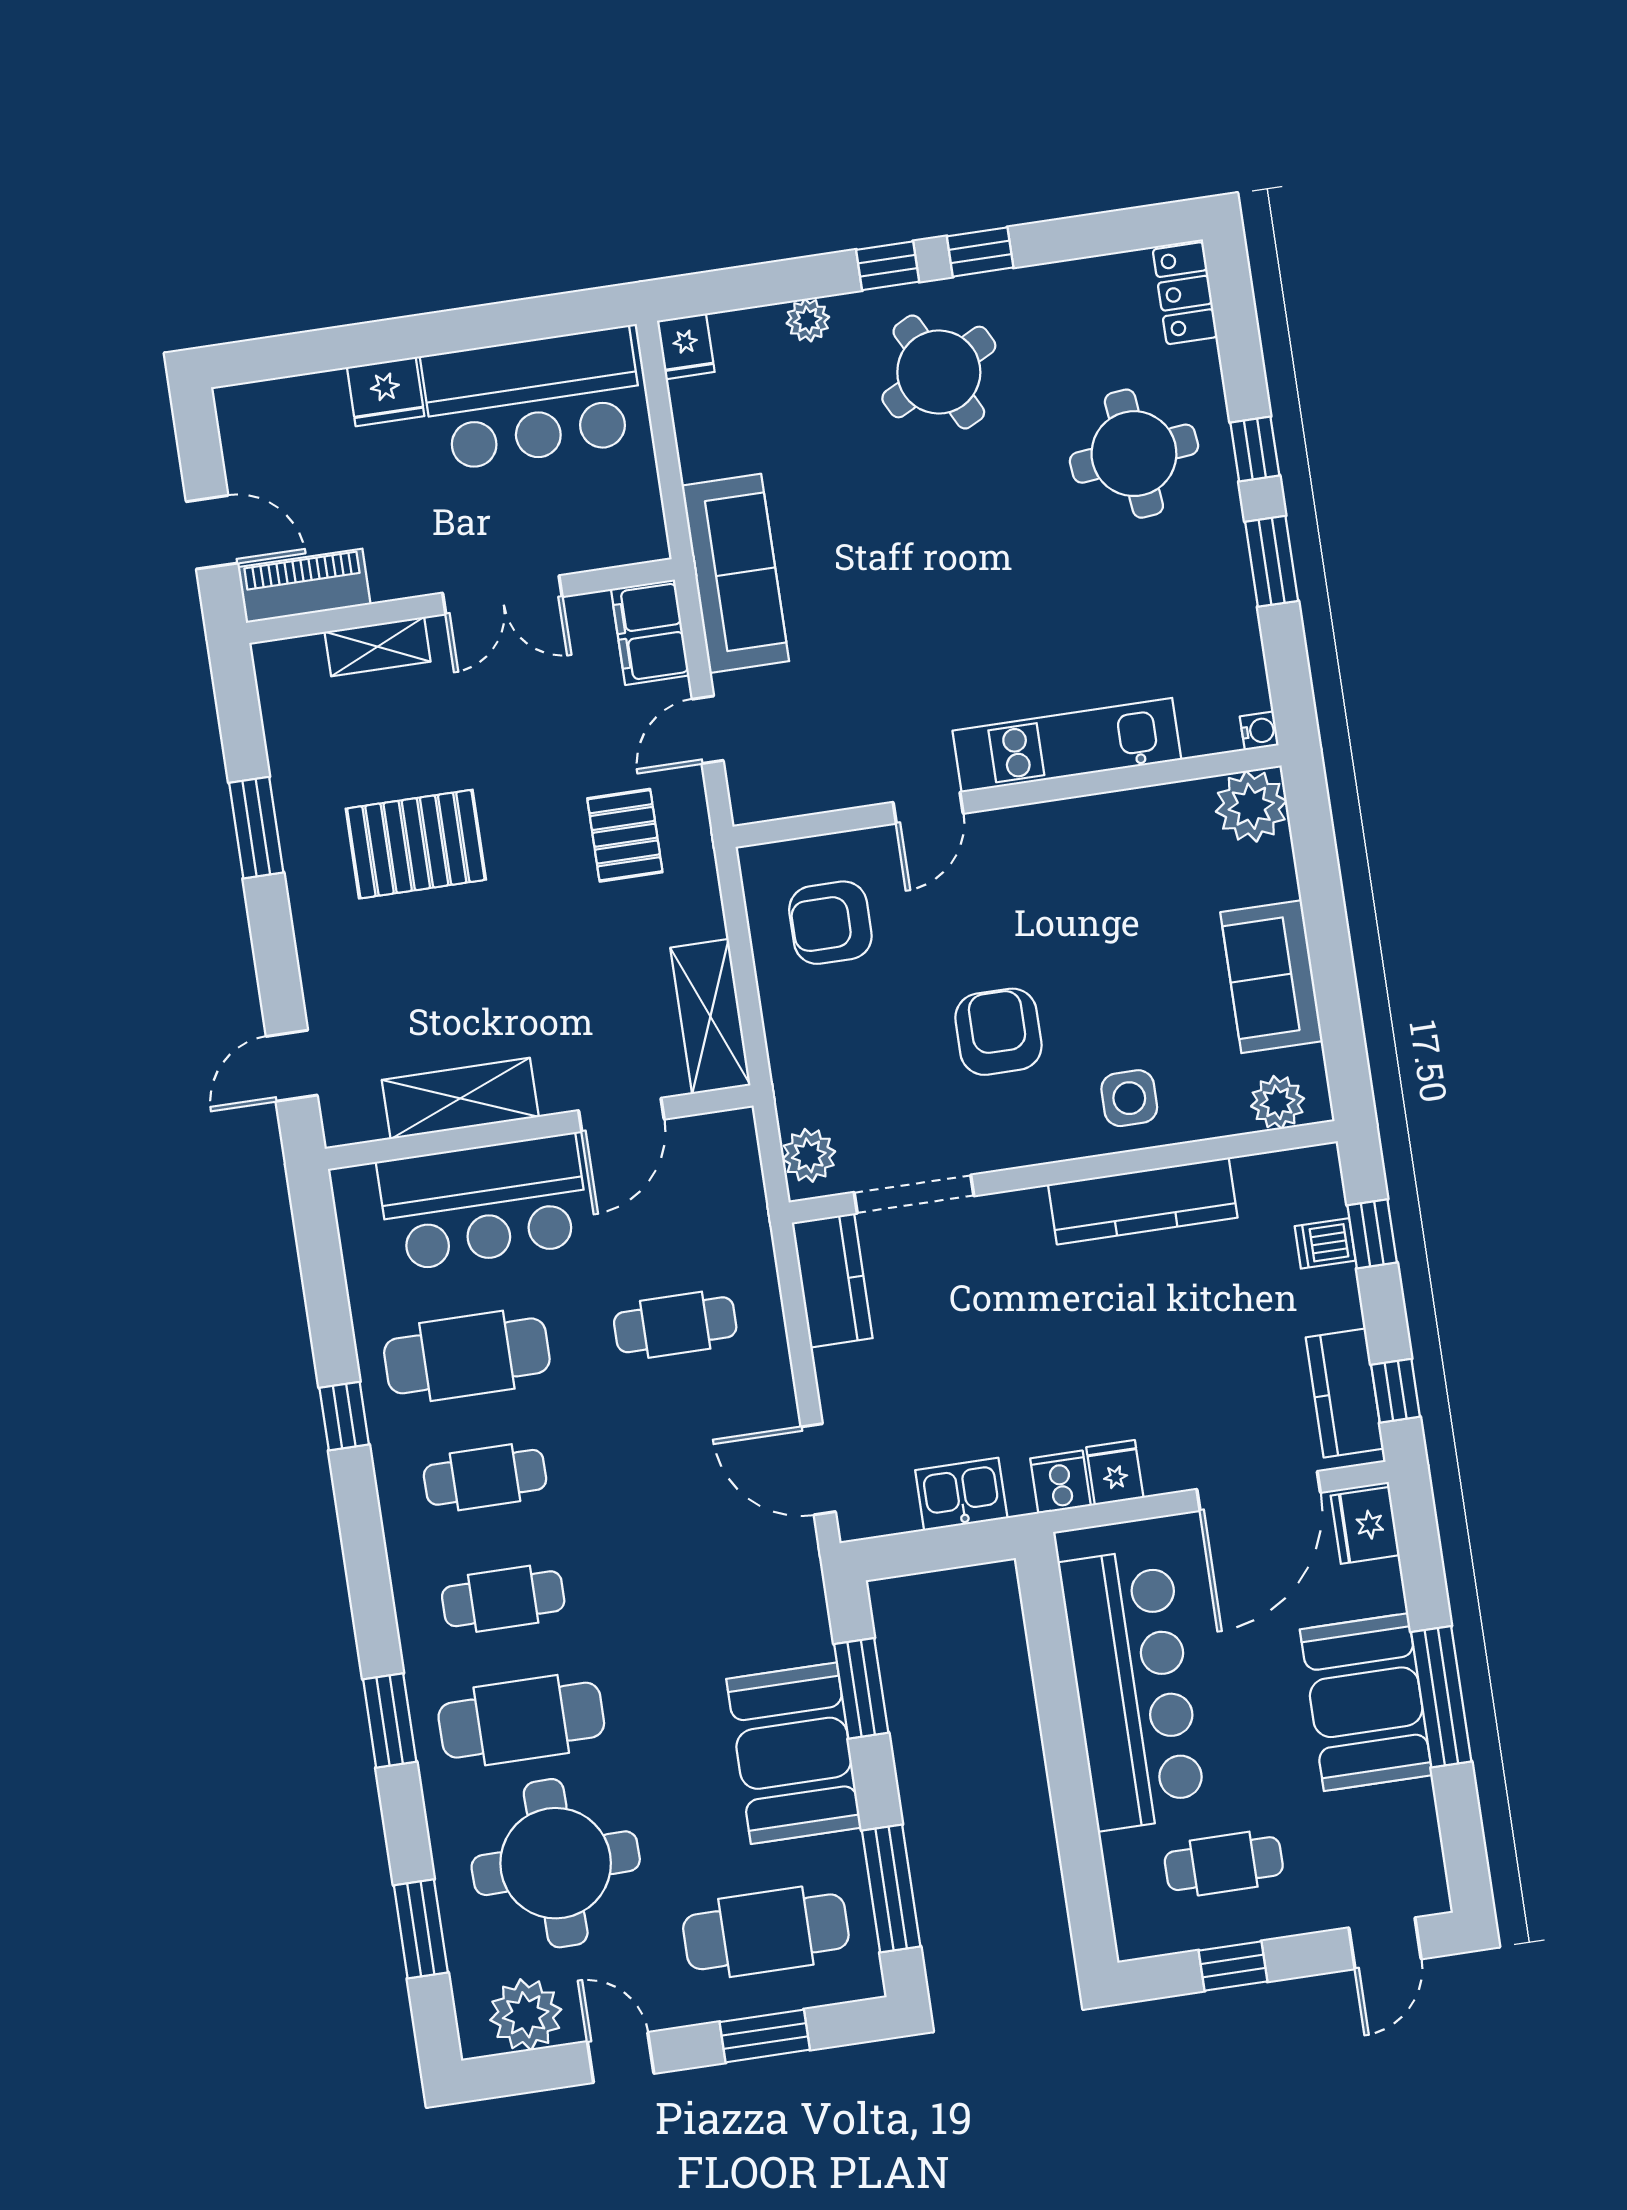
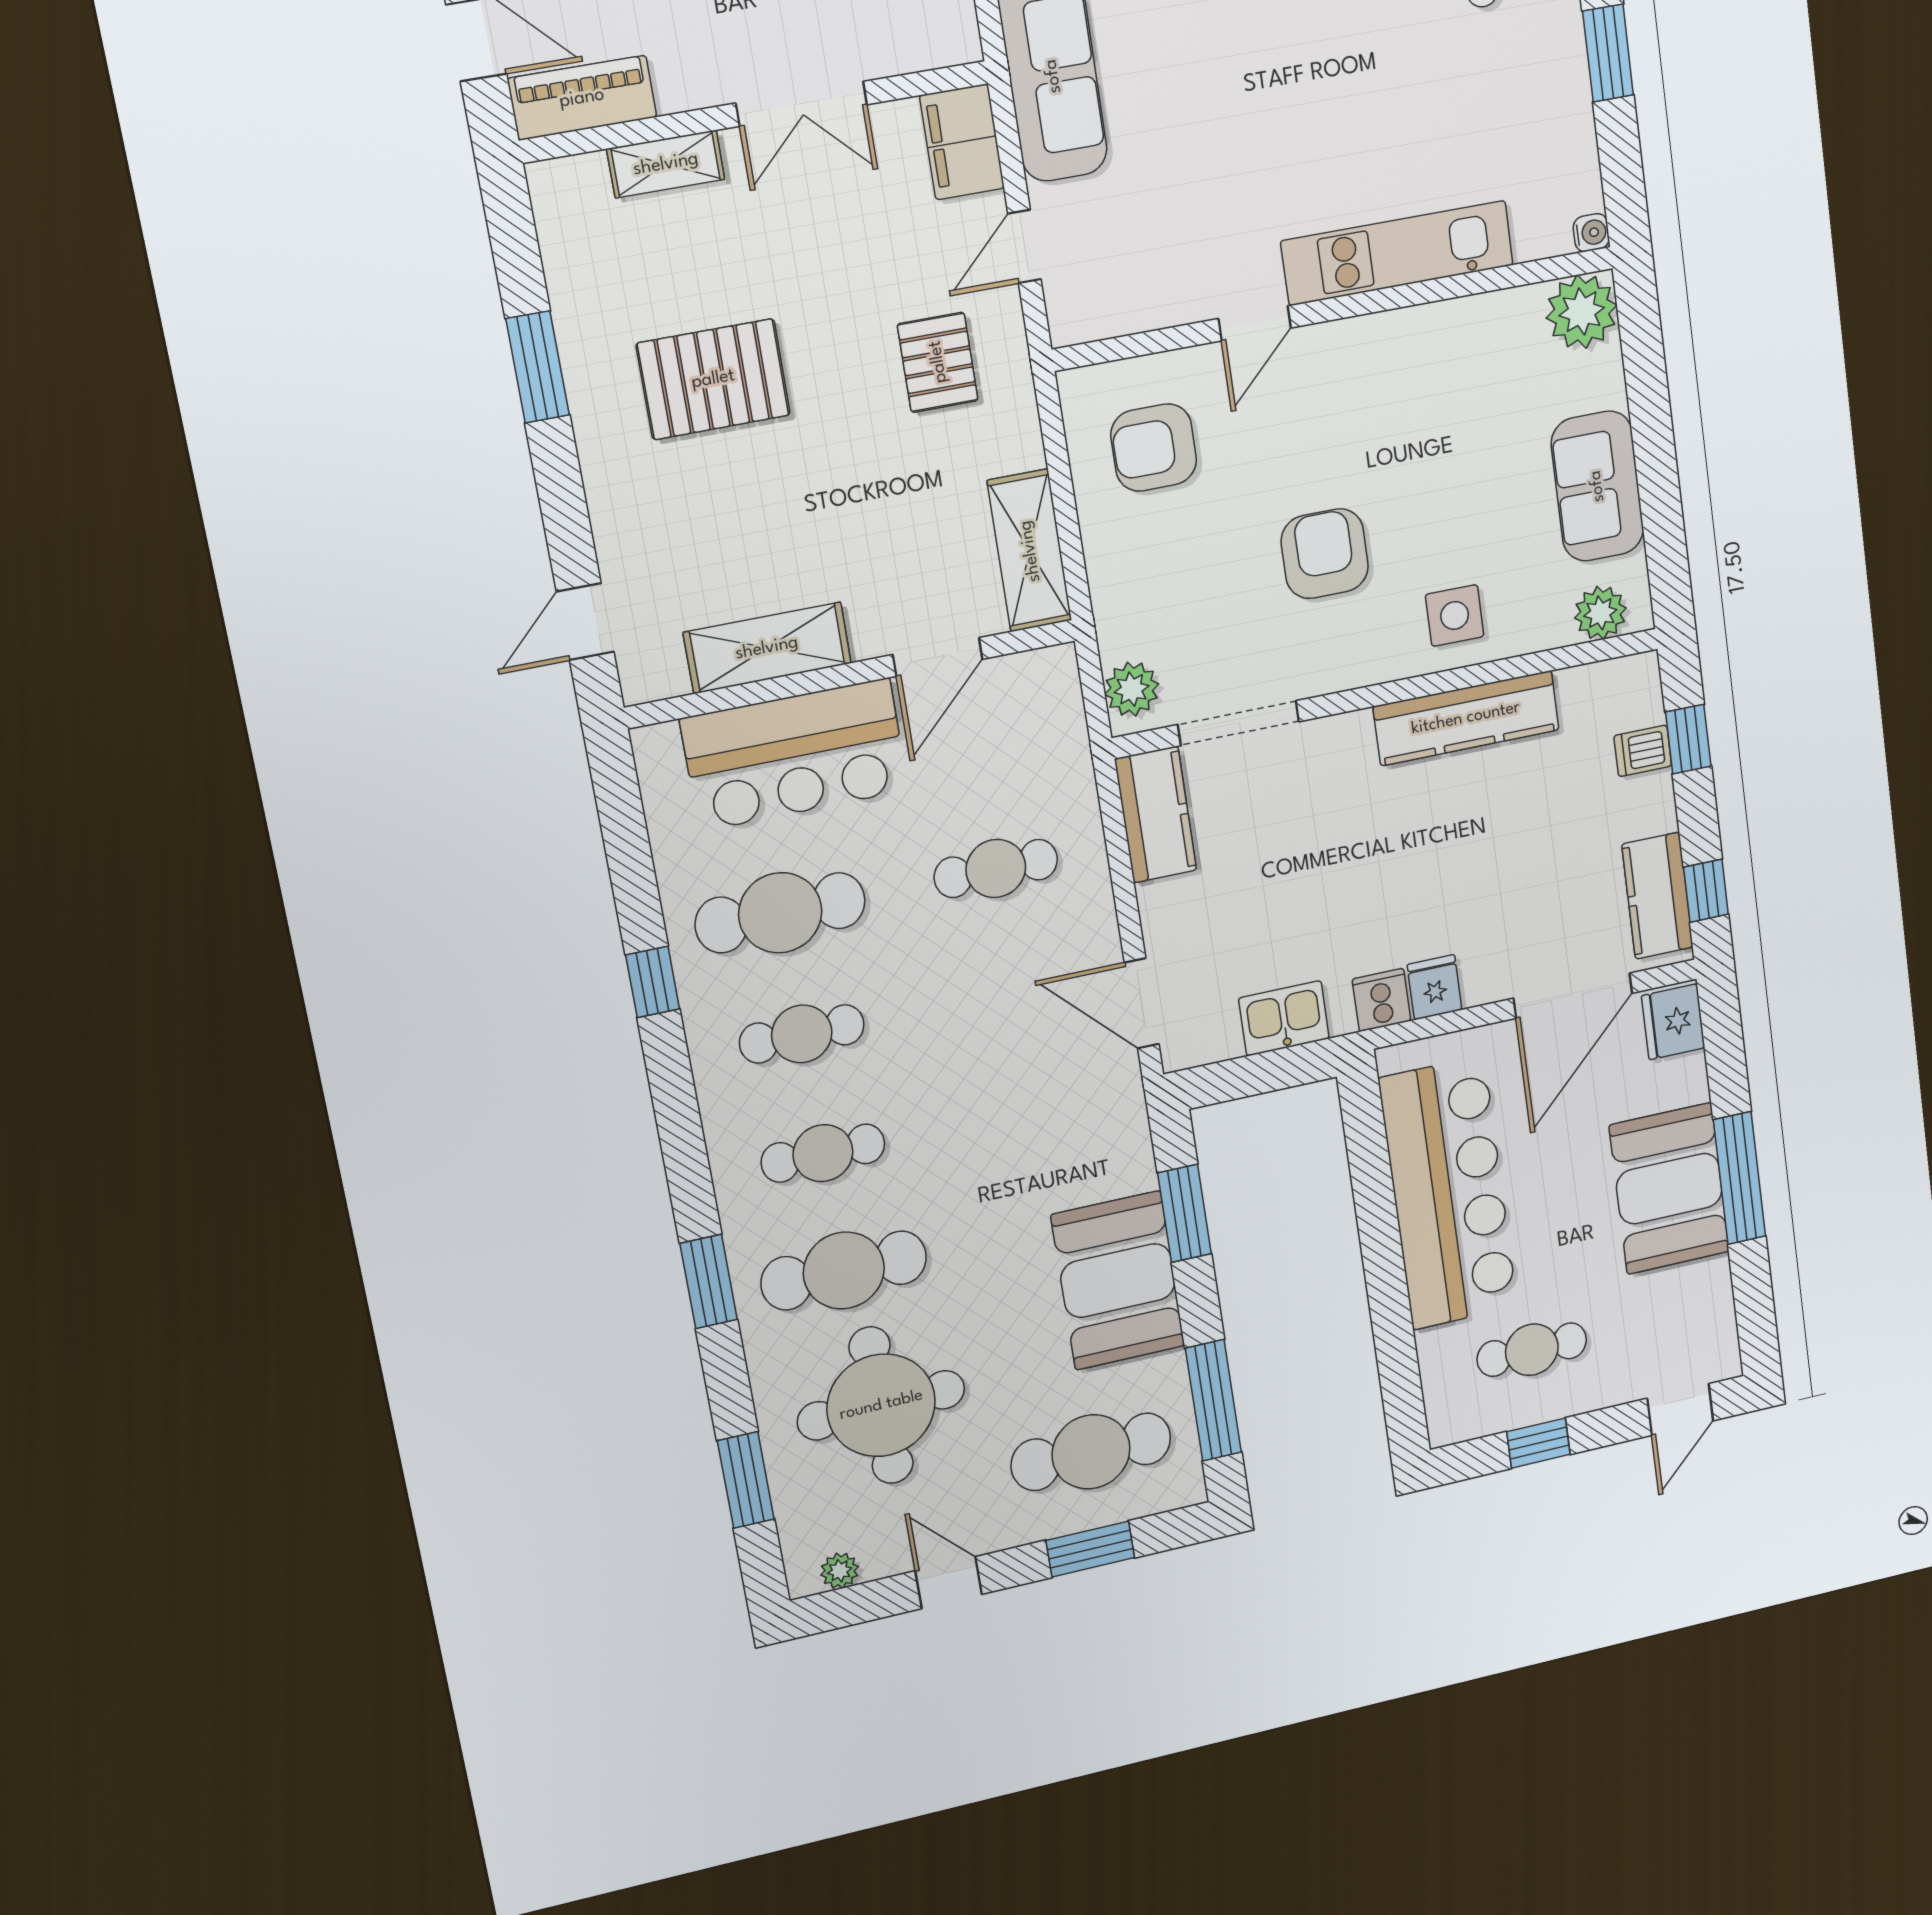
plant: (526, 2015) -> (840, 1571), width x0.53, depth x0.53

